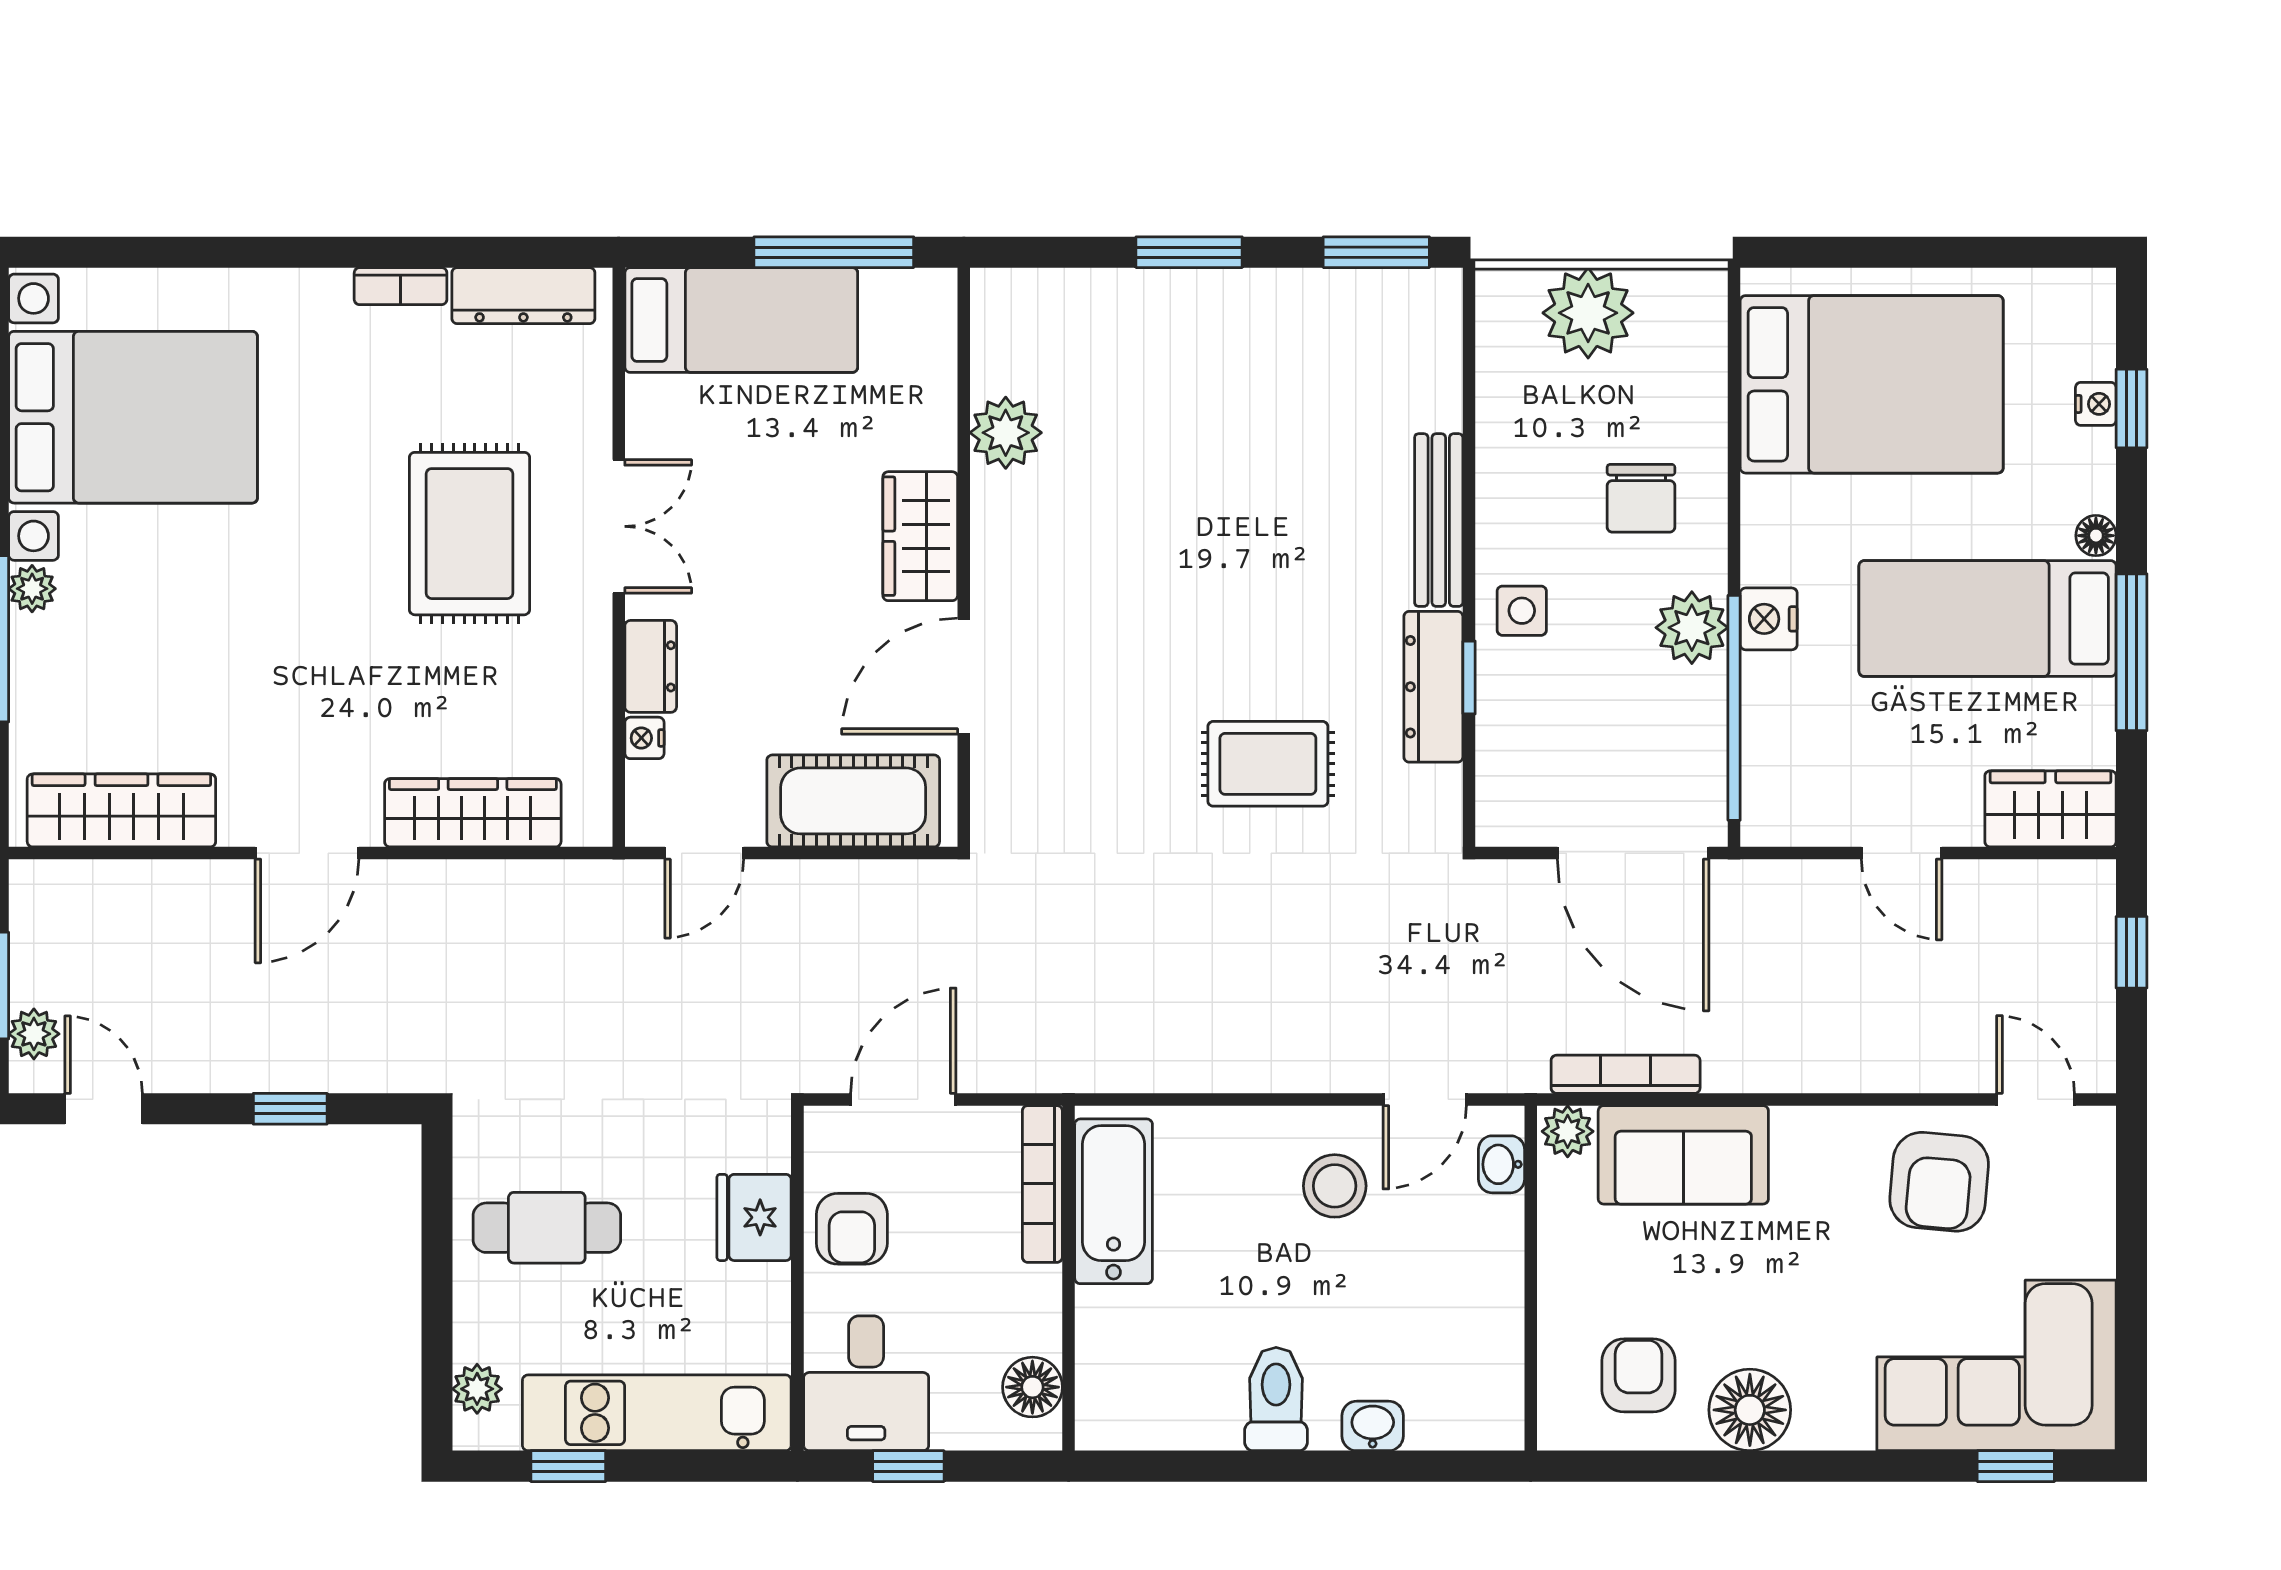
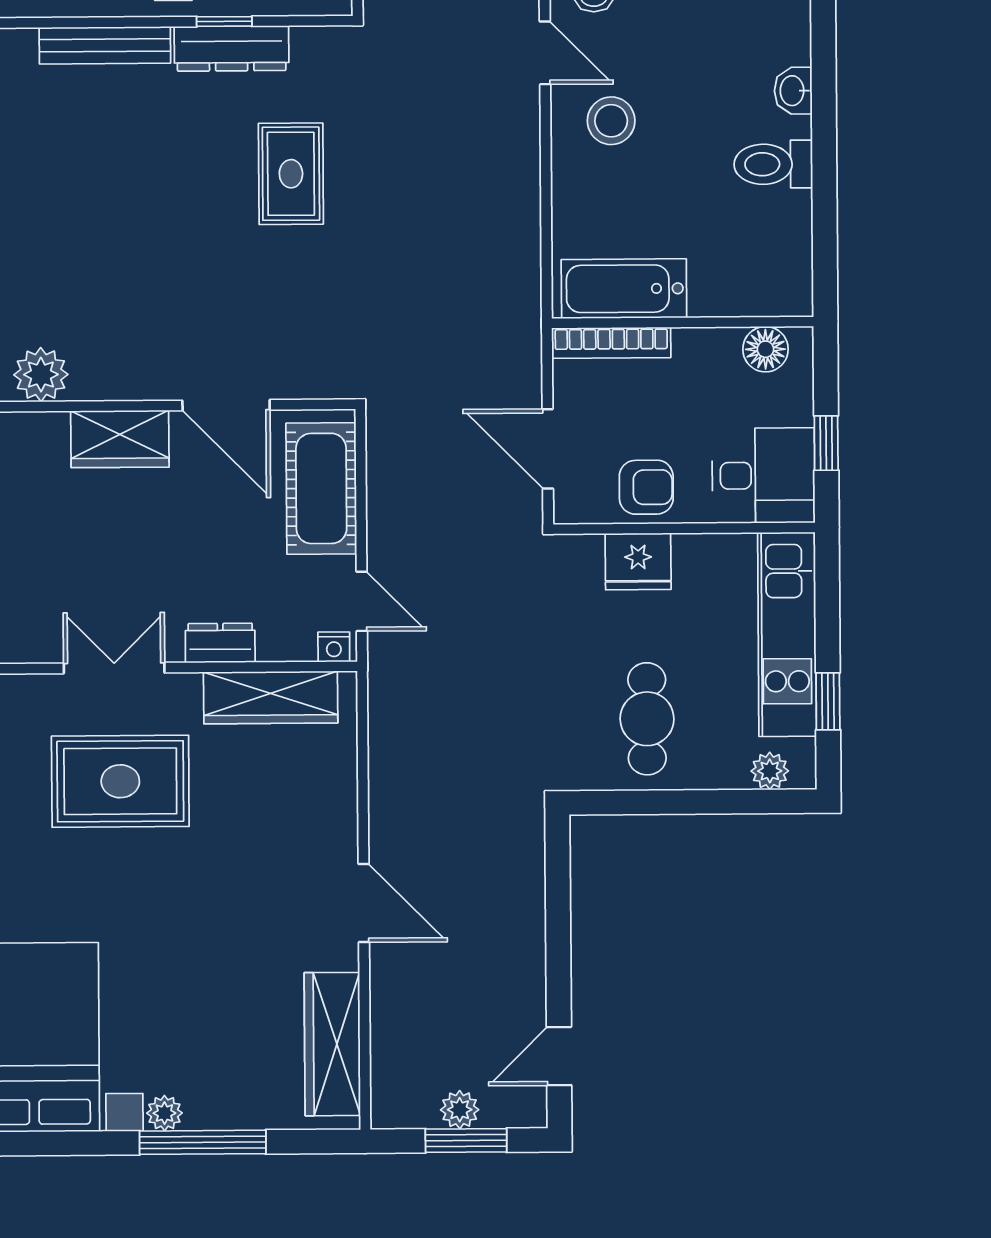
nightstand: (644, 738) -> (334, 647), moved
wardrobe: (473, 813) -> (271, 697), moved, turned -90
plant: (34, 1034) -> (460, 1110), moved
window: (290, 1109) -> (558, 914), removed

